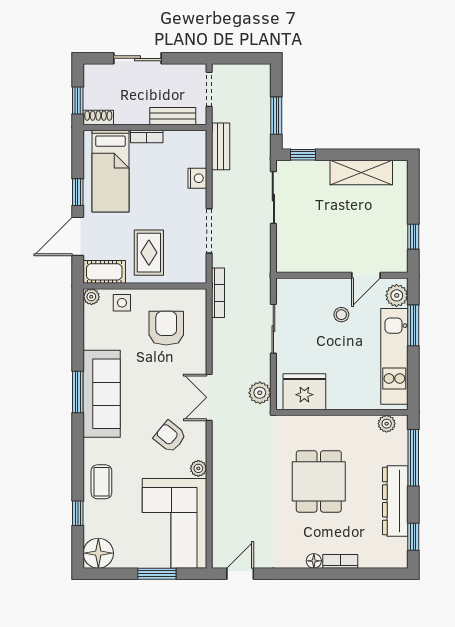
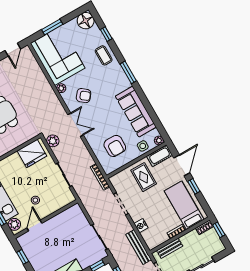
bench: (221, 146) -> (139, 247), width x1.36
window: (78, 392) -> (128, 72), moved
sofa: (102, 394) -> (136, 112), moved

